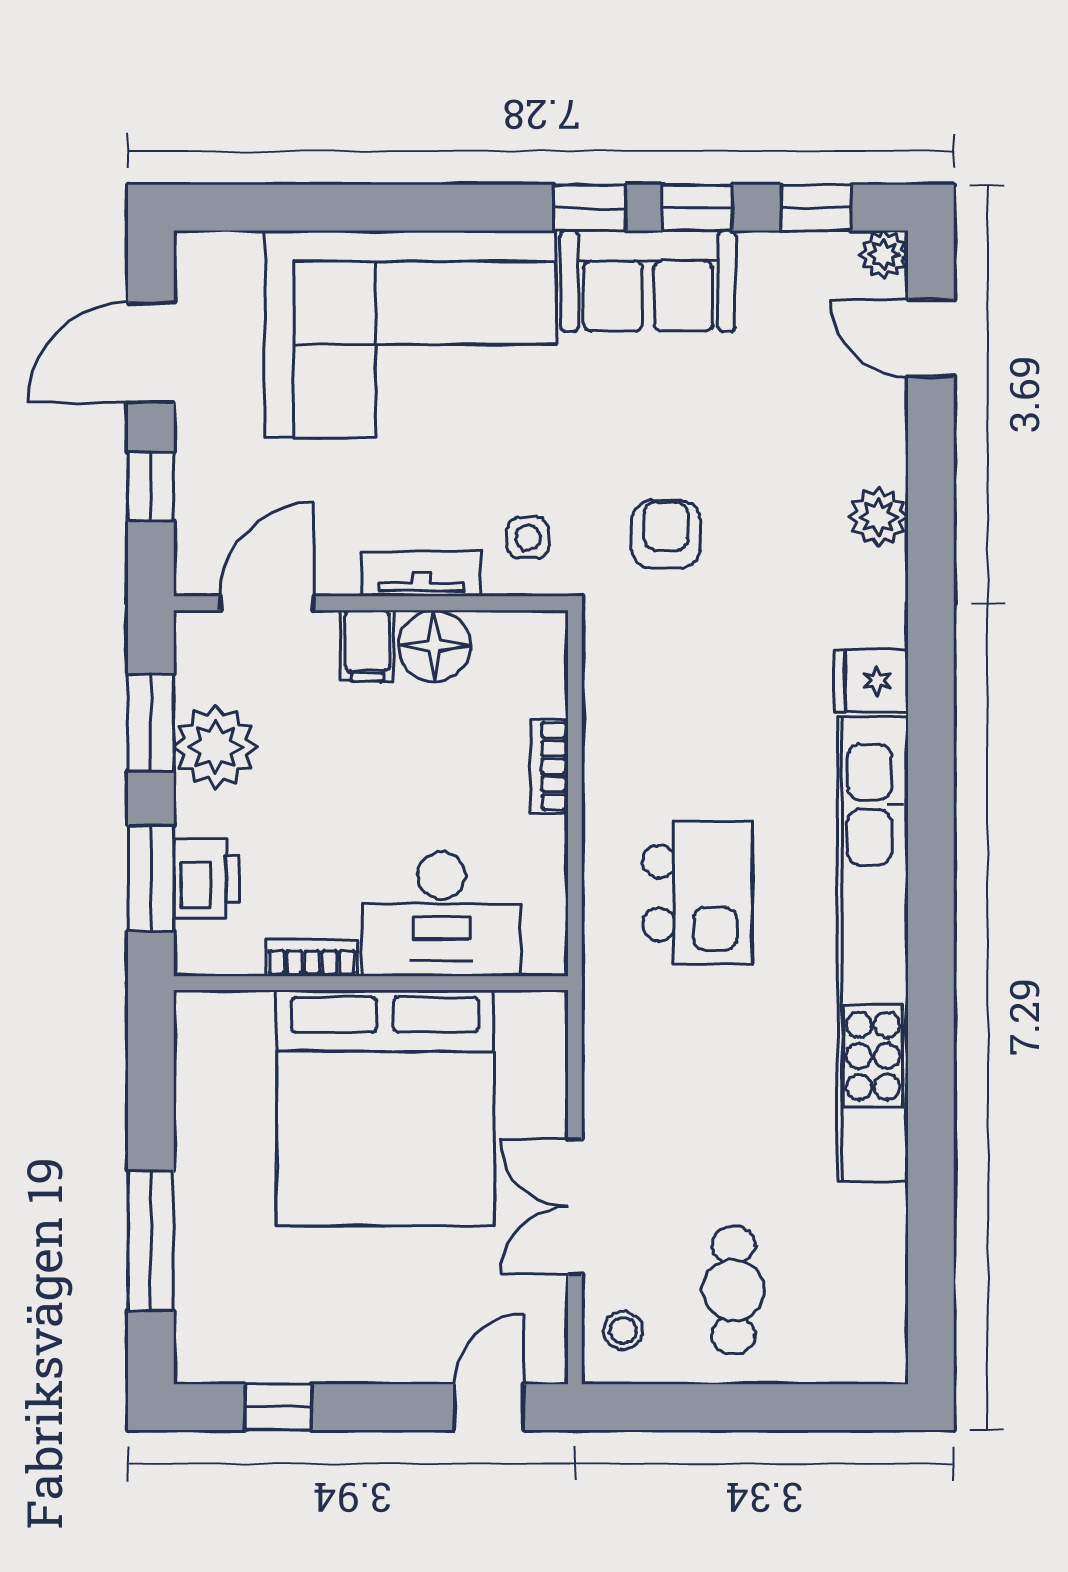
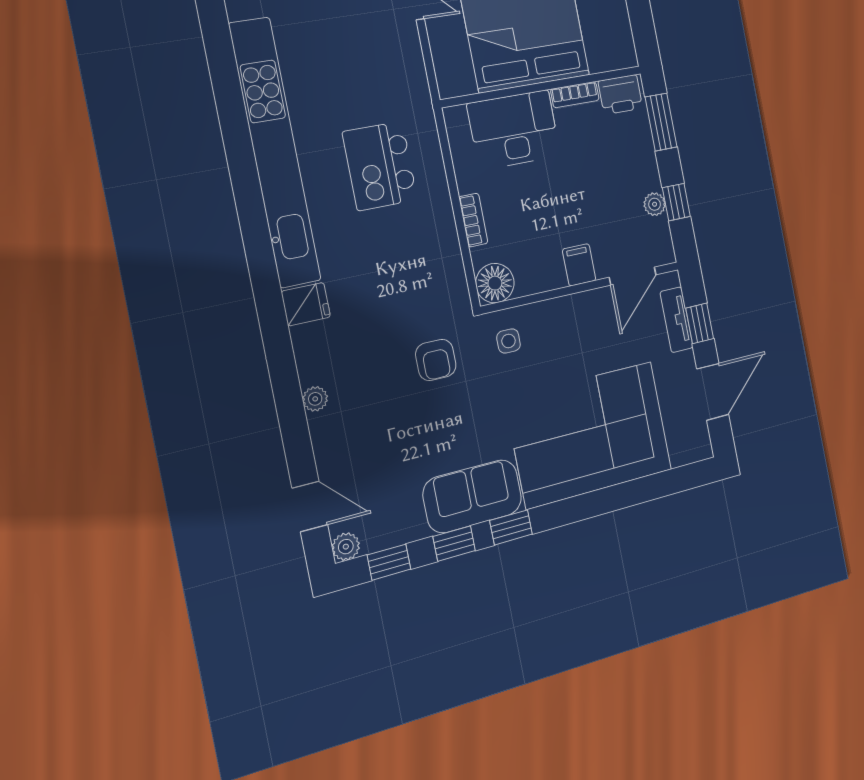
plant: (879, 517) -> (315, 399), width x0.73, depth x0.73
tv unit: (421, 574) -> (677, 320), moved, turned 90
floor lamp: (434, 646) -> (495, 283), moved
window: (151, 723) -> (676, 202), width x0.67
plant: (215, 747) -> (655, 204), width x0.53, depth x0.53
printer: (206, 878) -> (620, 95), moved, turned -90

